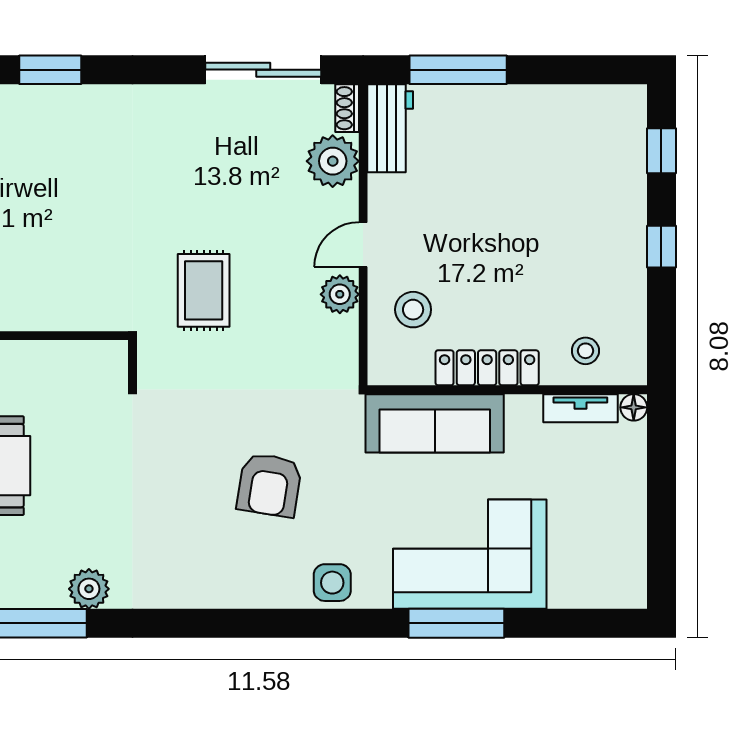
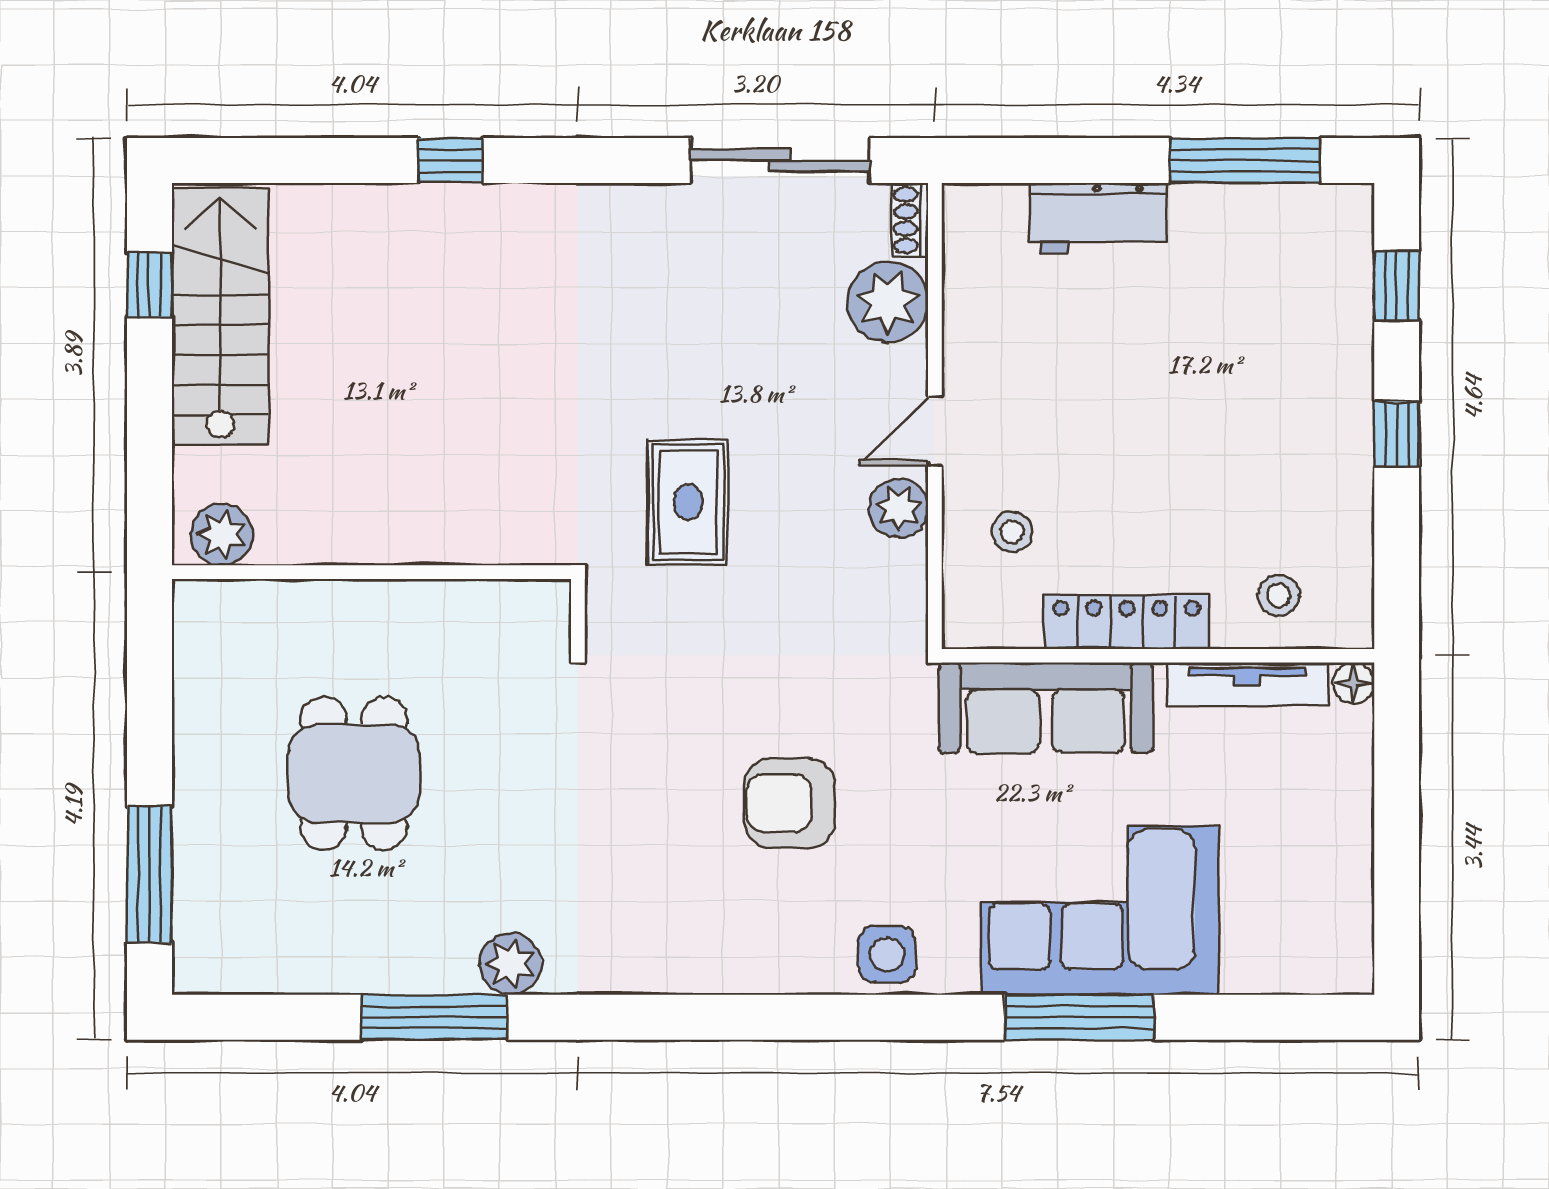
window: (50, 70) -> (451, 161), width x0.67
window: (458, 70) -> (1245, 161), moved
workbench: (390, 128) -> (1098, 218), moved, turned 90
stool: (413, 310) -> (1012, 532), width x0.73, depth x0.73
tv unit: (580, 408) -> (1248, 684), width x1.41
armchair: (269, 485) -> (790, 803), turned 81

